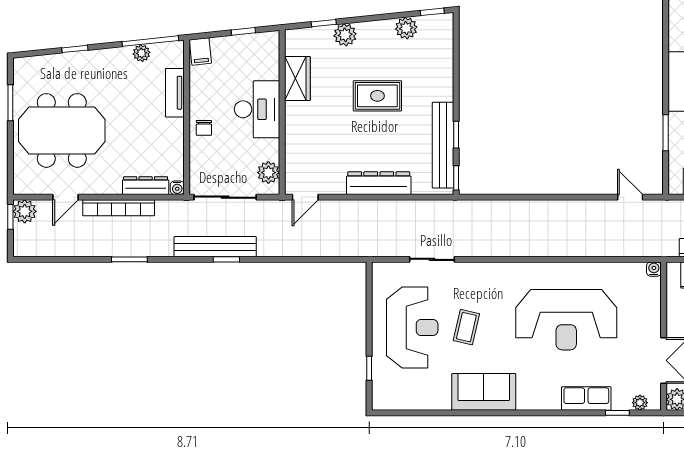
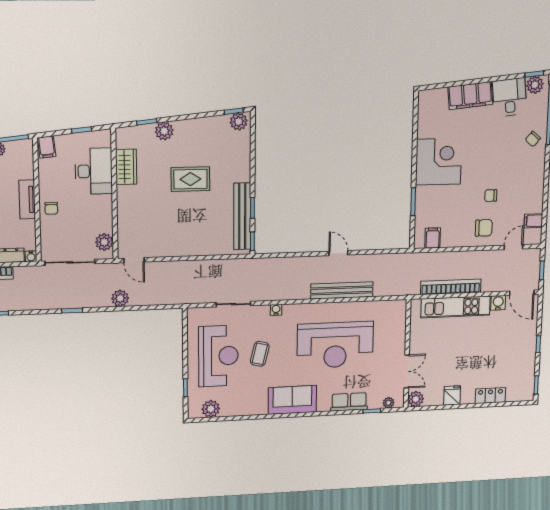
plant: (406, 28) -> (239, 121), moved
tv unit: (175, 93) -> (27, 199), moved
desk: (257, 109) -> (94, 171), moved
dresser: (379, 183) -> (192, 247), removed
door: (305, 197) -> (134, 260), hinge flipped
door: (630, 197) -> (338, 253), moved
plant: (287, 246) -> (120, 298), added
bench: (215, 247) -> (342, 290), moved
water cooler: (654, 269) -> (276, 310), moved
sofa: (484, 392) -> (292, 400), moved
plant: (402, 398) -> (211, 409), added

